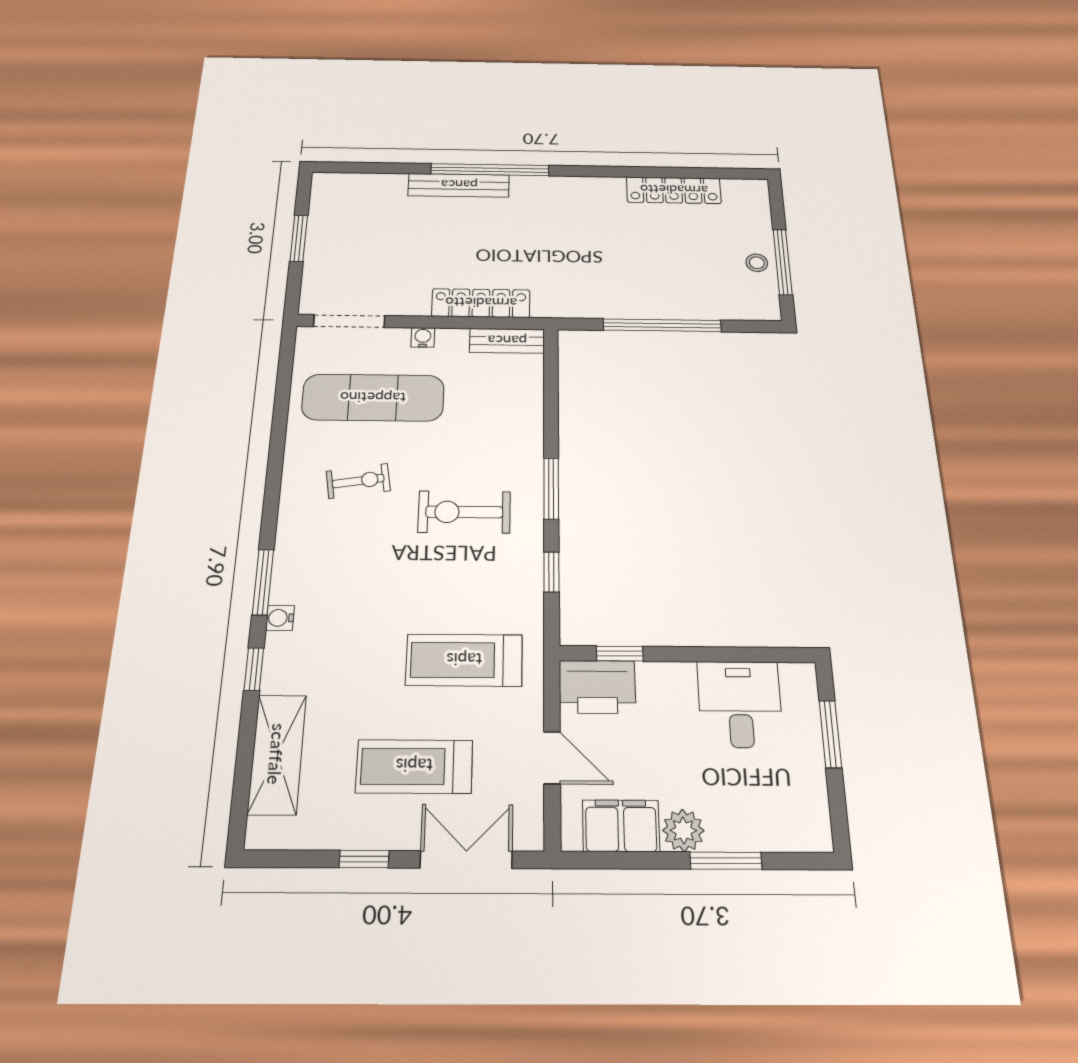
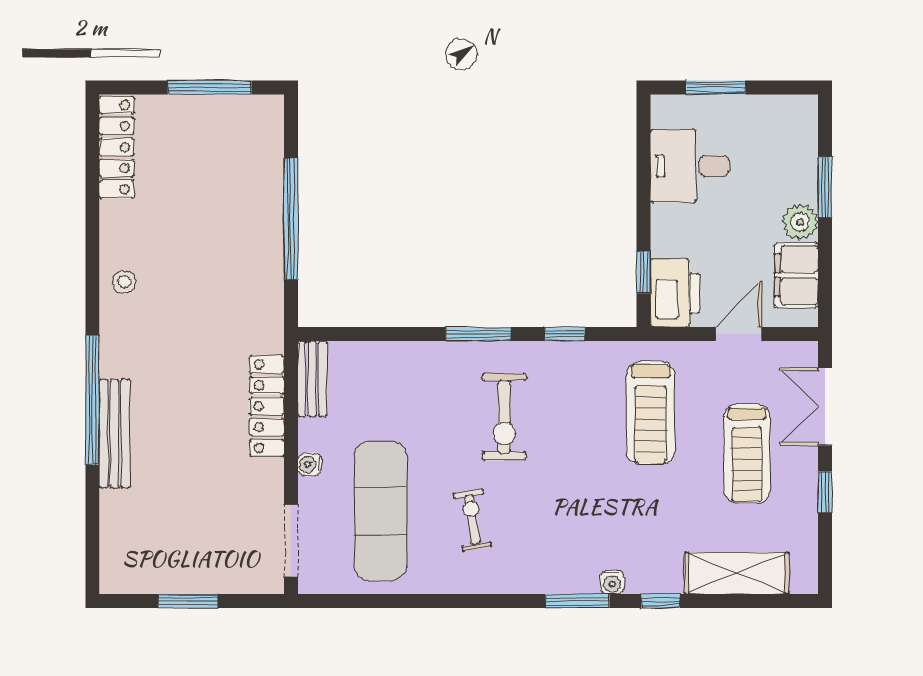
locker: (674, 190) -> (117, 147), moved
stool: (757, 263) -> (124, 282), moved

